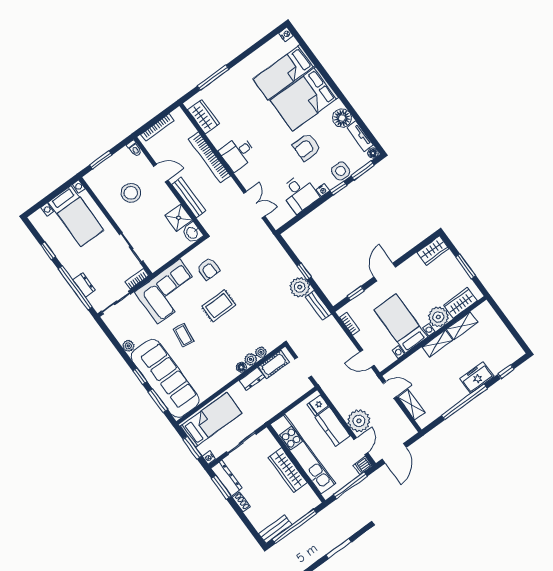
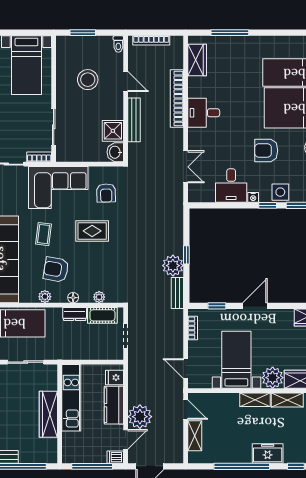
armchair: (213, 355) -> (56, 269), added
plant: (251, 359) -> (45, 297), moved
kitchen unit: (303, 454) -> (71, 398), width x0.73

